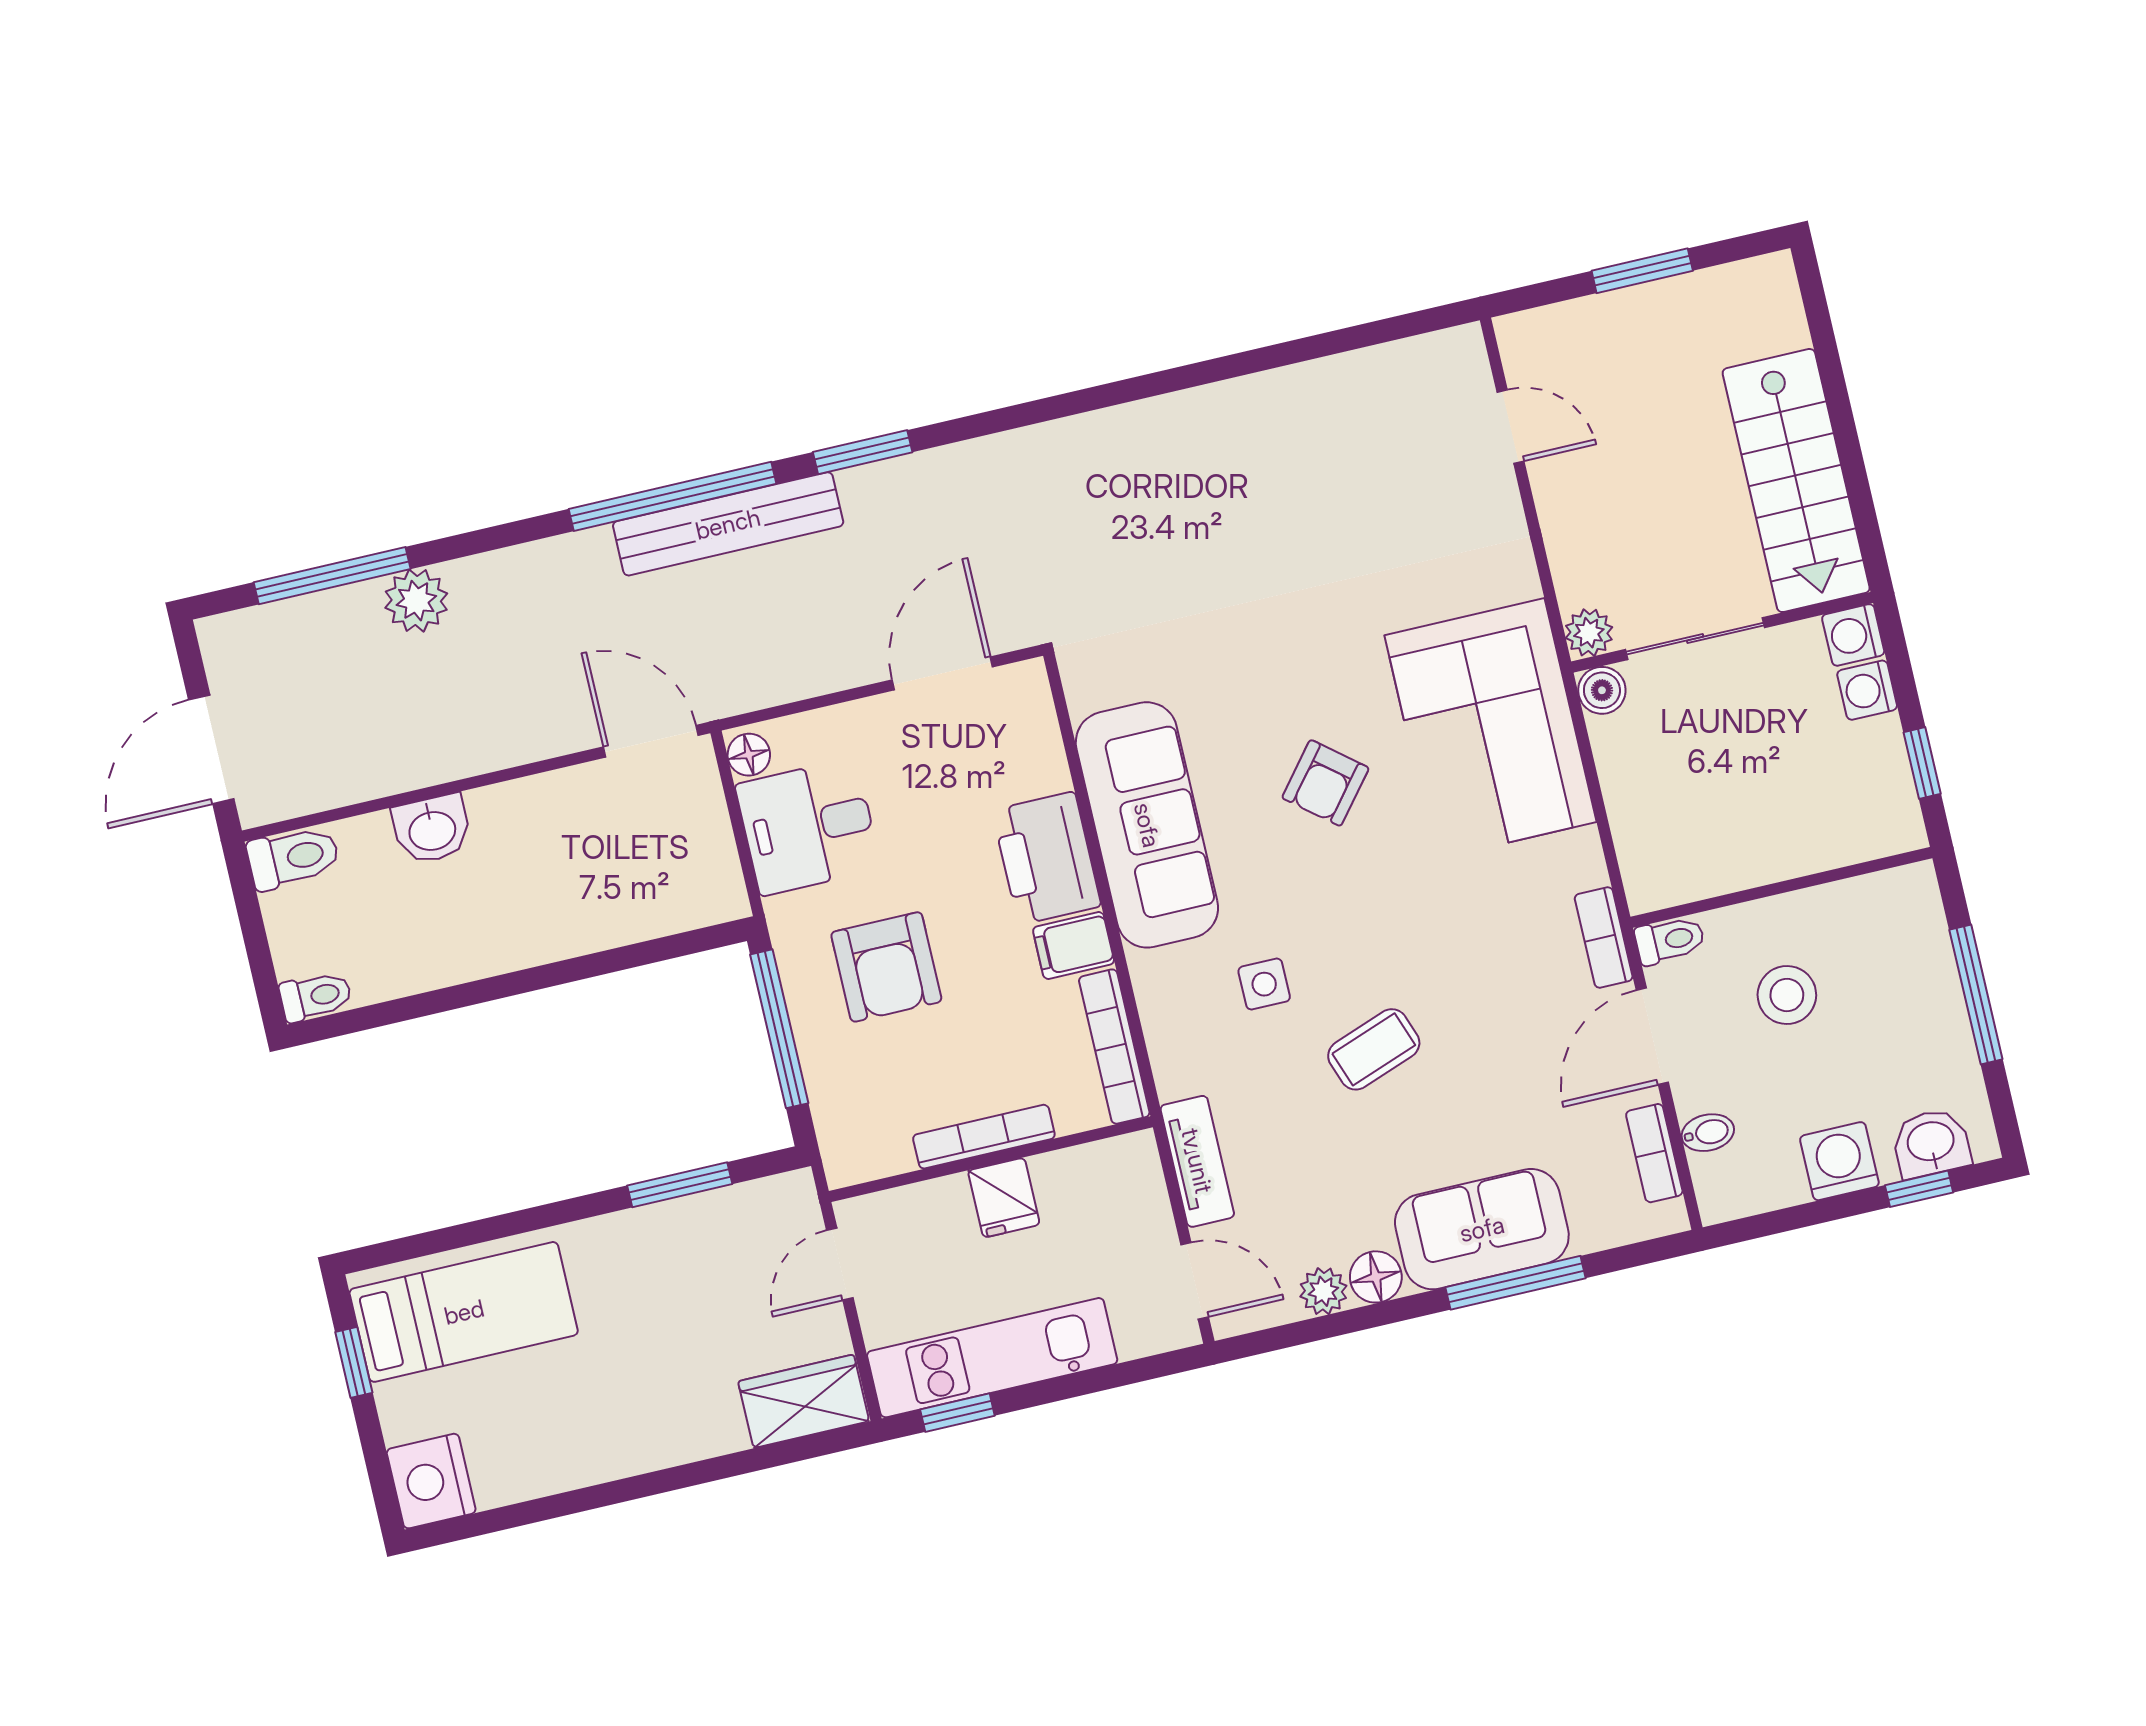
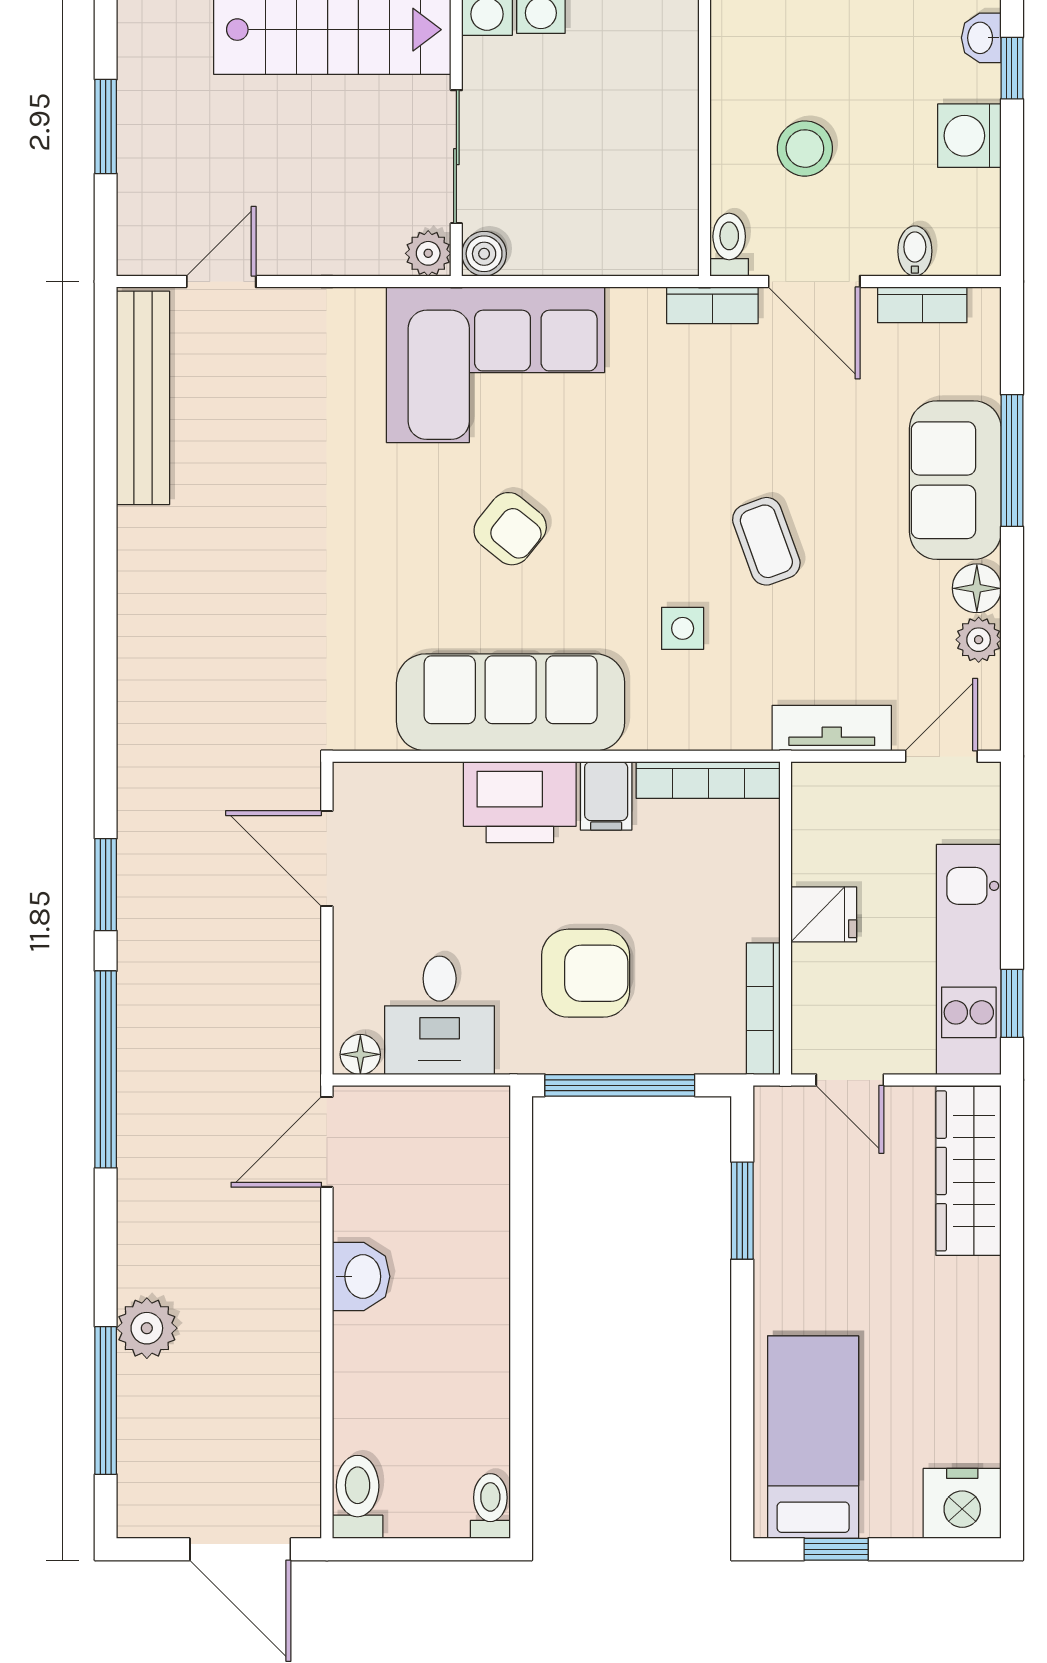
bench: (728, 524) -> (143, 398), moved
washbasin: (432, 829) -> (361, 1276), moved
bookcase: (984, 1137) -> (763, 1009), moved
washbasin: (1931, 1143) -> (981, 38), width x0.72, depth x0.69
wardrobe: (804, 1401) -> (969, 1171), width x1.50

